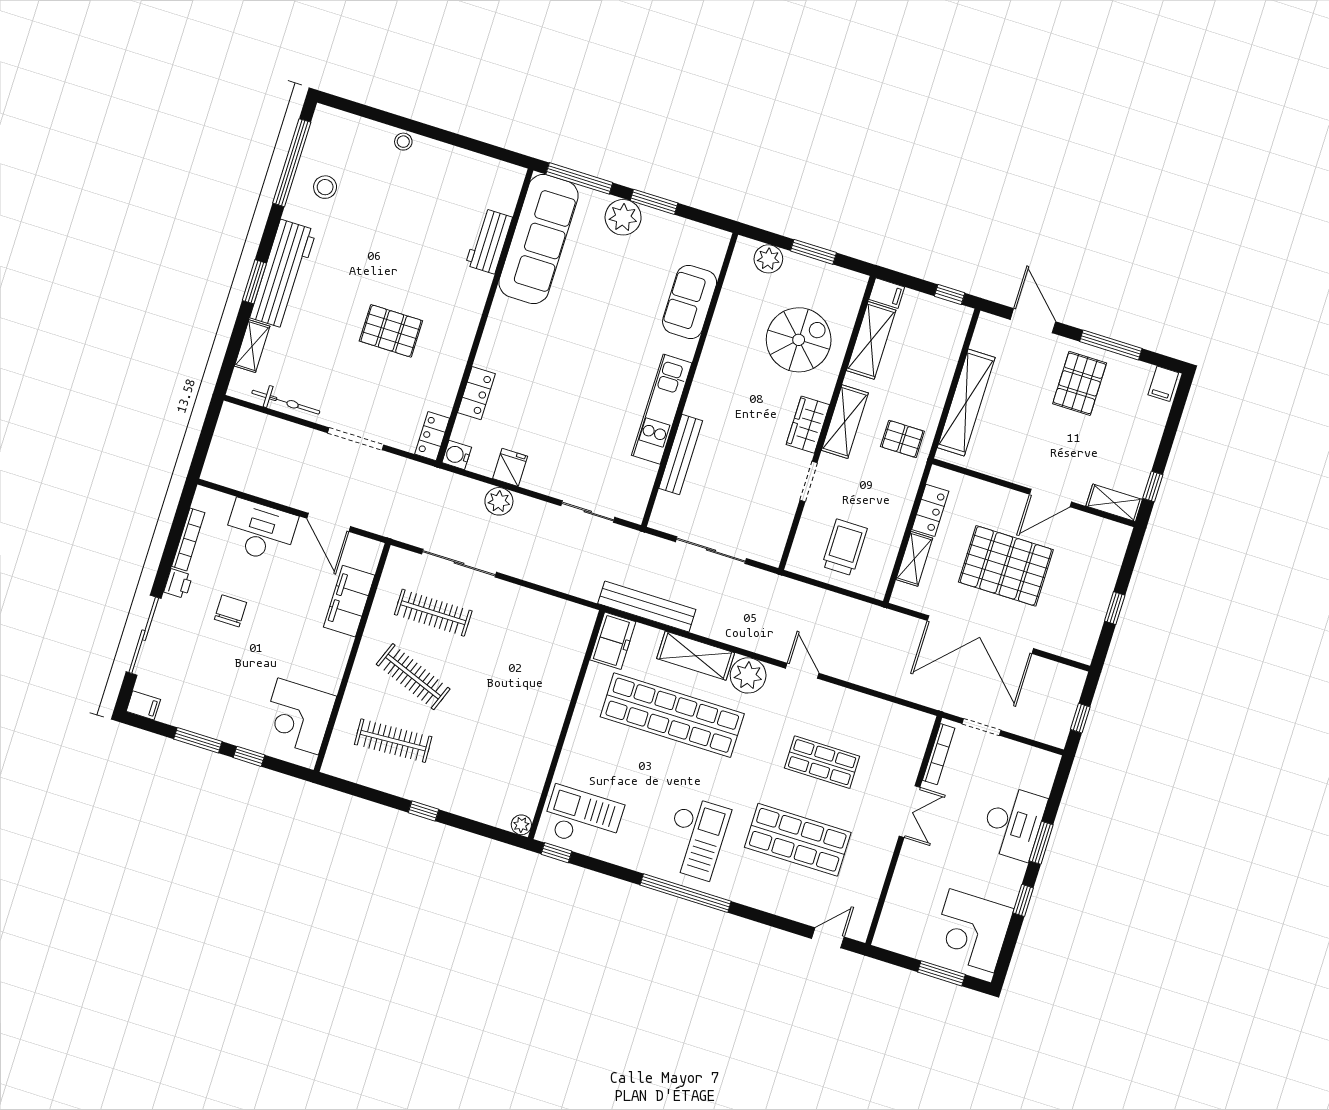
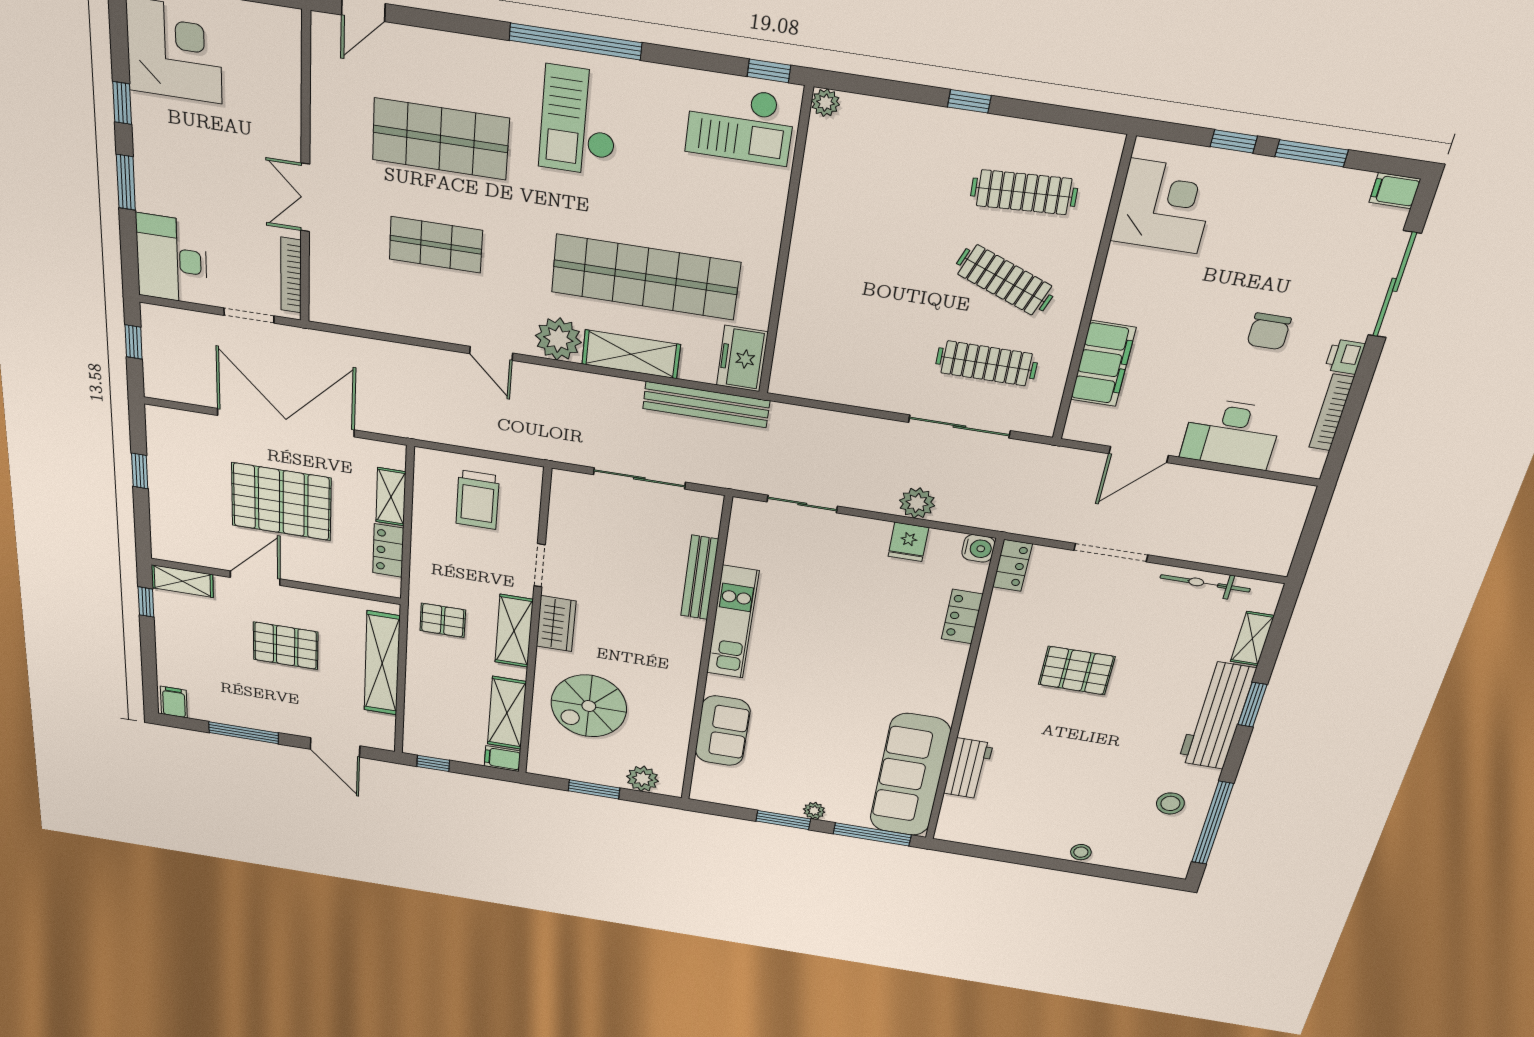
plant: (623, 217) -> (814, 811), width x0.53, depth x0.53
pallet: (1080, 383) -> (286, 646), moved, turned 90
door: (329, 522) -> (1139, 455), swing flipped
desk: (1013, 823) -> (172, 259), moved

